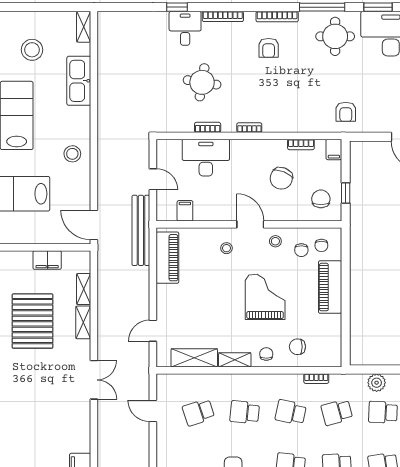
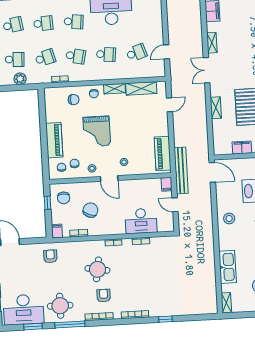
desk: (185, 28) -> (159, 305), removed
round table: (202, 82) -> (98, 269), moved
filing cabinet: (185, 211) -> (167, 184), moved
shelving: (84, 289) -> (212, 43), moved
door: (153, 411) -> (166, 52), swing flipped

